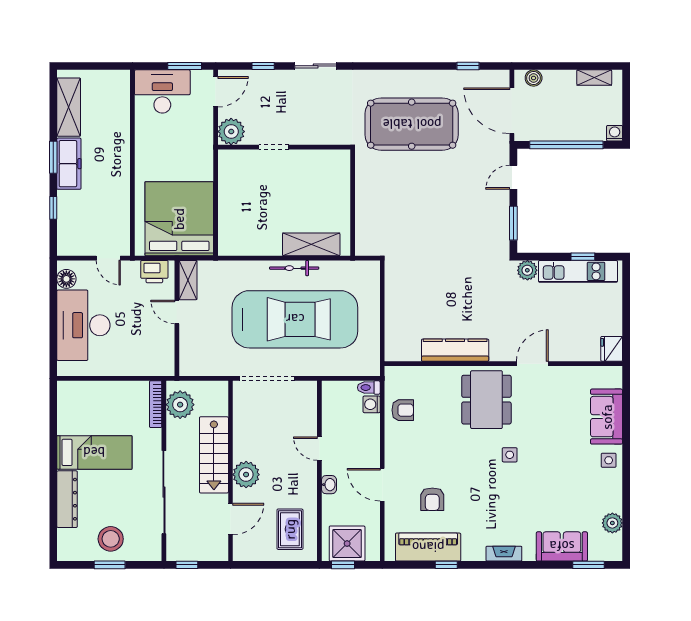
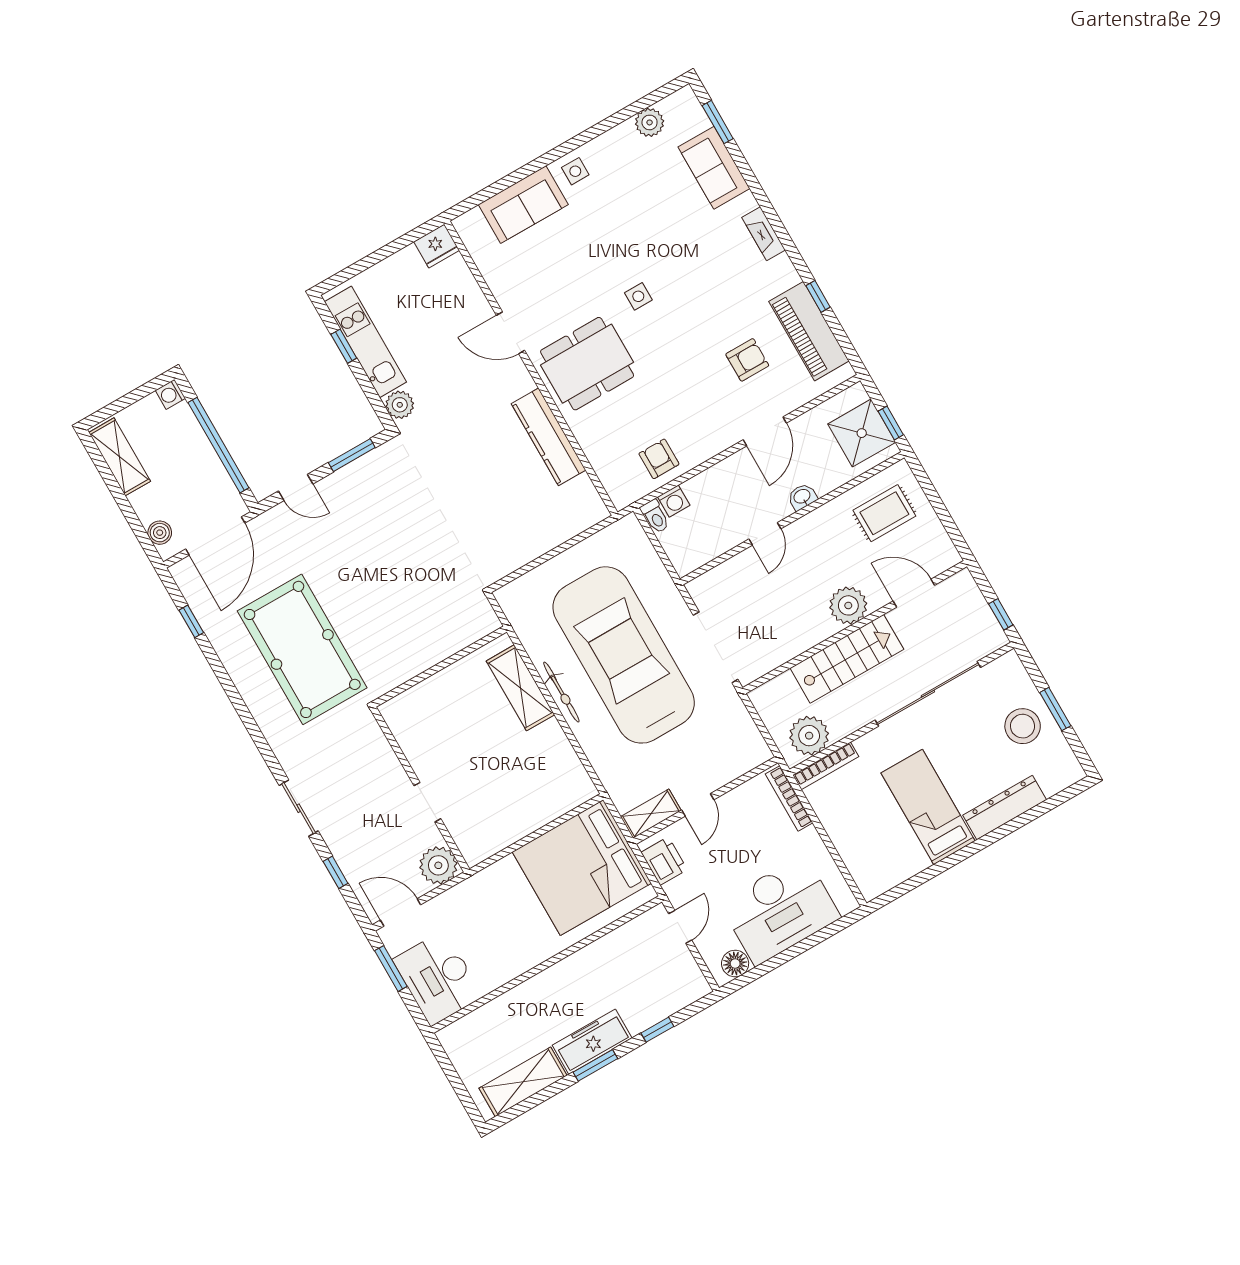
shelving: (594, 77) -> (120, 457), width x1.50, depth x1.33
bookcase: (149, 370) -> (789, 798), added

